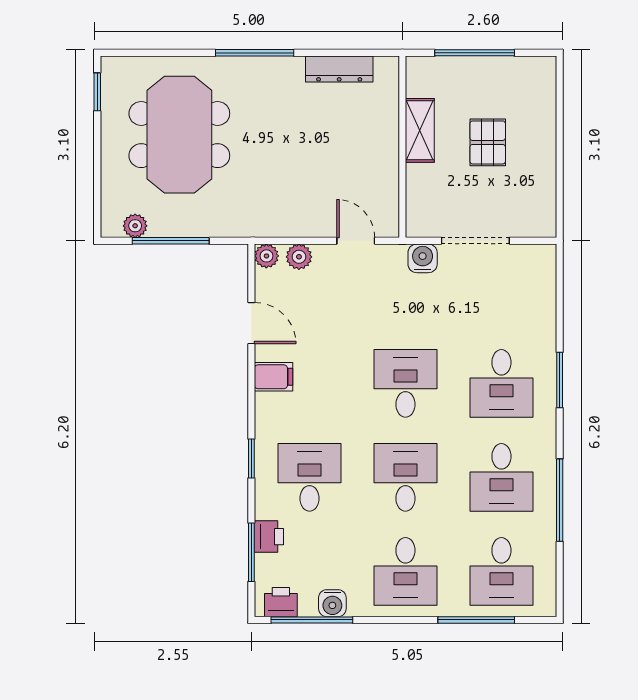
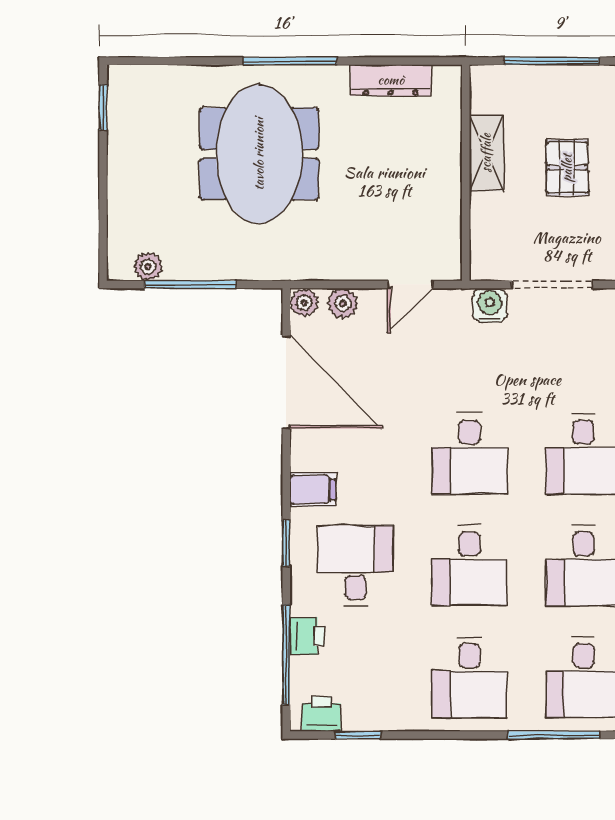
meeting table: (179, 135) -> (259, 154), moved
door: (356, 241) -> (410, 284), swing flipped
door: (251, 323) -> (286, 382), width x1.88
filing cabinet: (274, 377) -> (313, 490), moved
desk: (405, 383) -> (469, 454), turned 180
desk: (405, 477) -> (469, 566), turned 180
window: (251, 552) -> (286, 655), width x1.44
water cooler: (332, 603) -> (383, 715), removed
window: (312, 620) -> (358, 735), width x0.46

